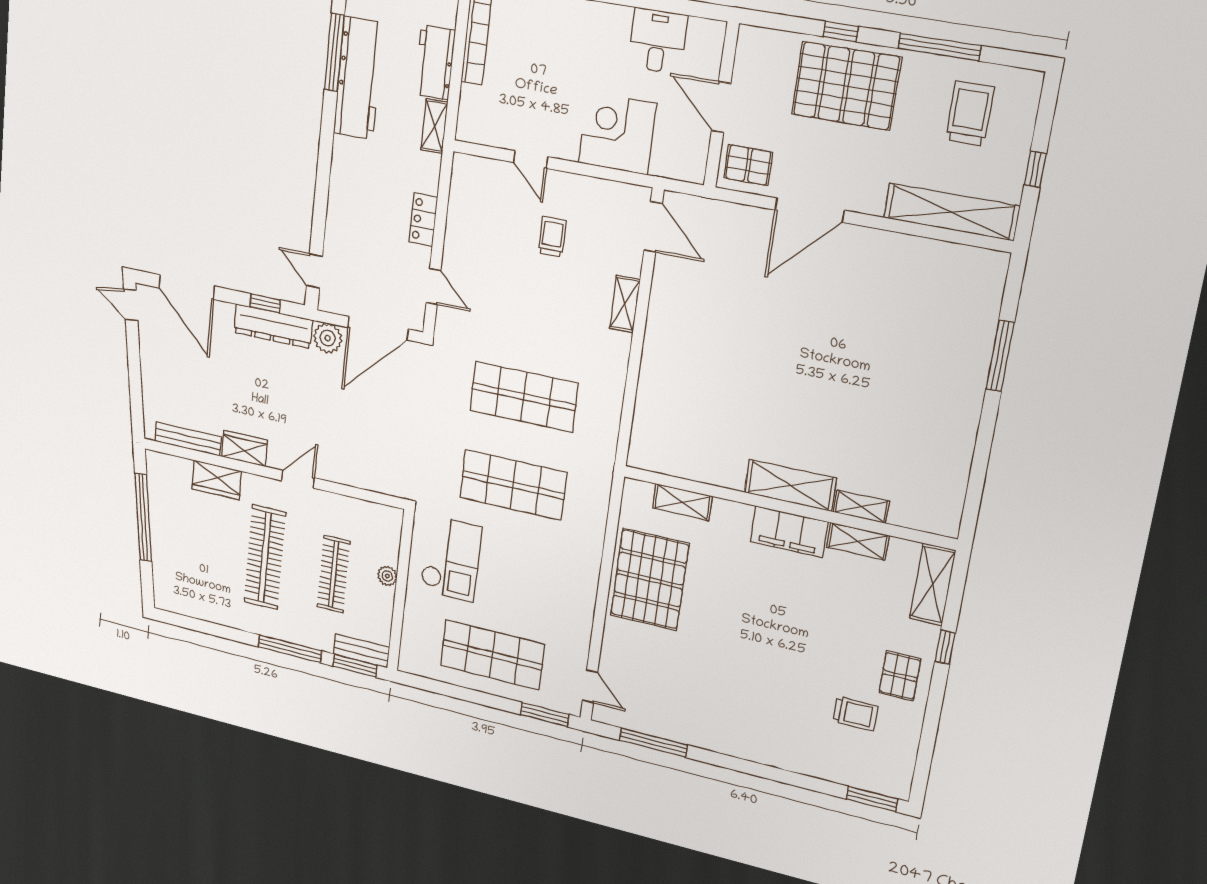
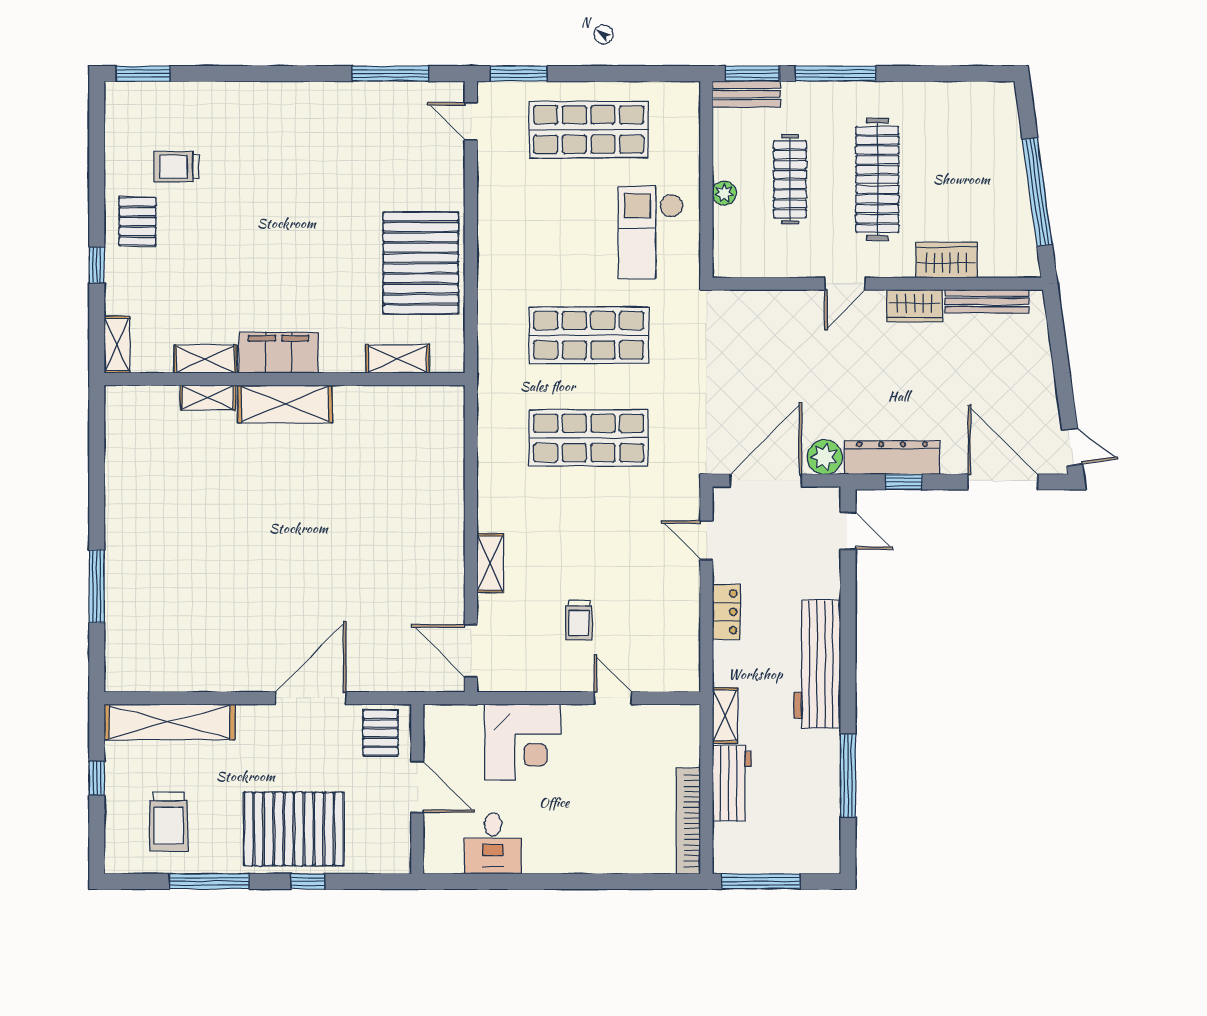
workbench: (358, 78) -> (817, 664), moved
pallet: (748, 165) -> (380, 733), turned 90
shelving: (933, 584) -> (117, 345), width x0.67, depth x0.75

